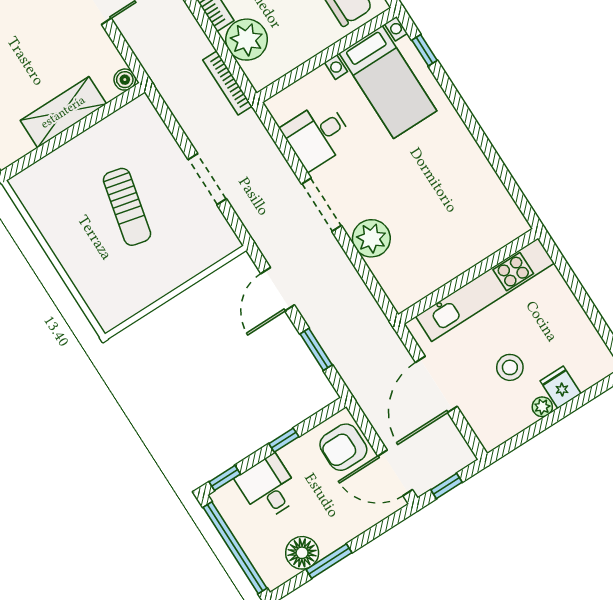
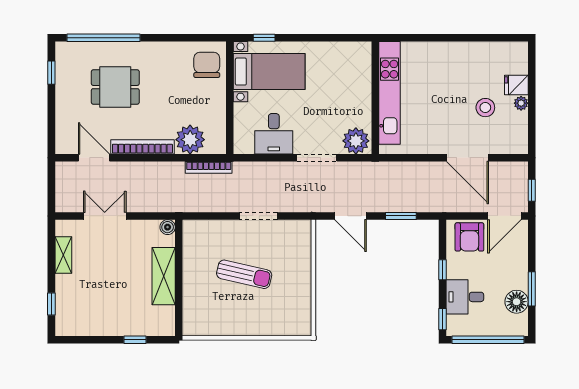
wall: (468, 276) -> (375, 98), moved
kitchen unit: (485, 290) -> (390, 93), moved

